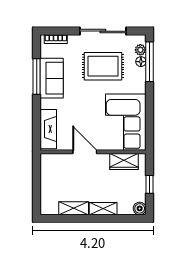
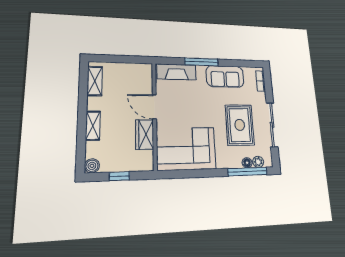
window: (37, 77) -> (202, 62), moved
door: (85, 152) -> (154, 107), swing flipped
wardrobe: (124, 161) -> (145, 134), moved
shelving: (74, 208) -> (95, 81), moved

